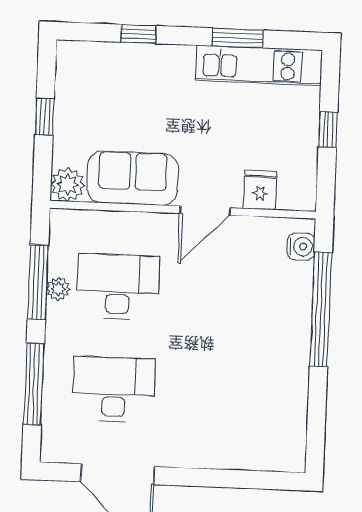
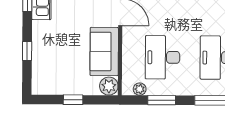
window: (38, 282) -> (162, 100), width x0.69
plant: (58, 289) -> (140, 89), moved

